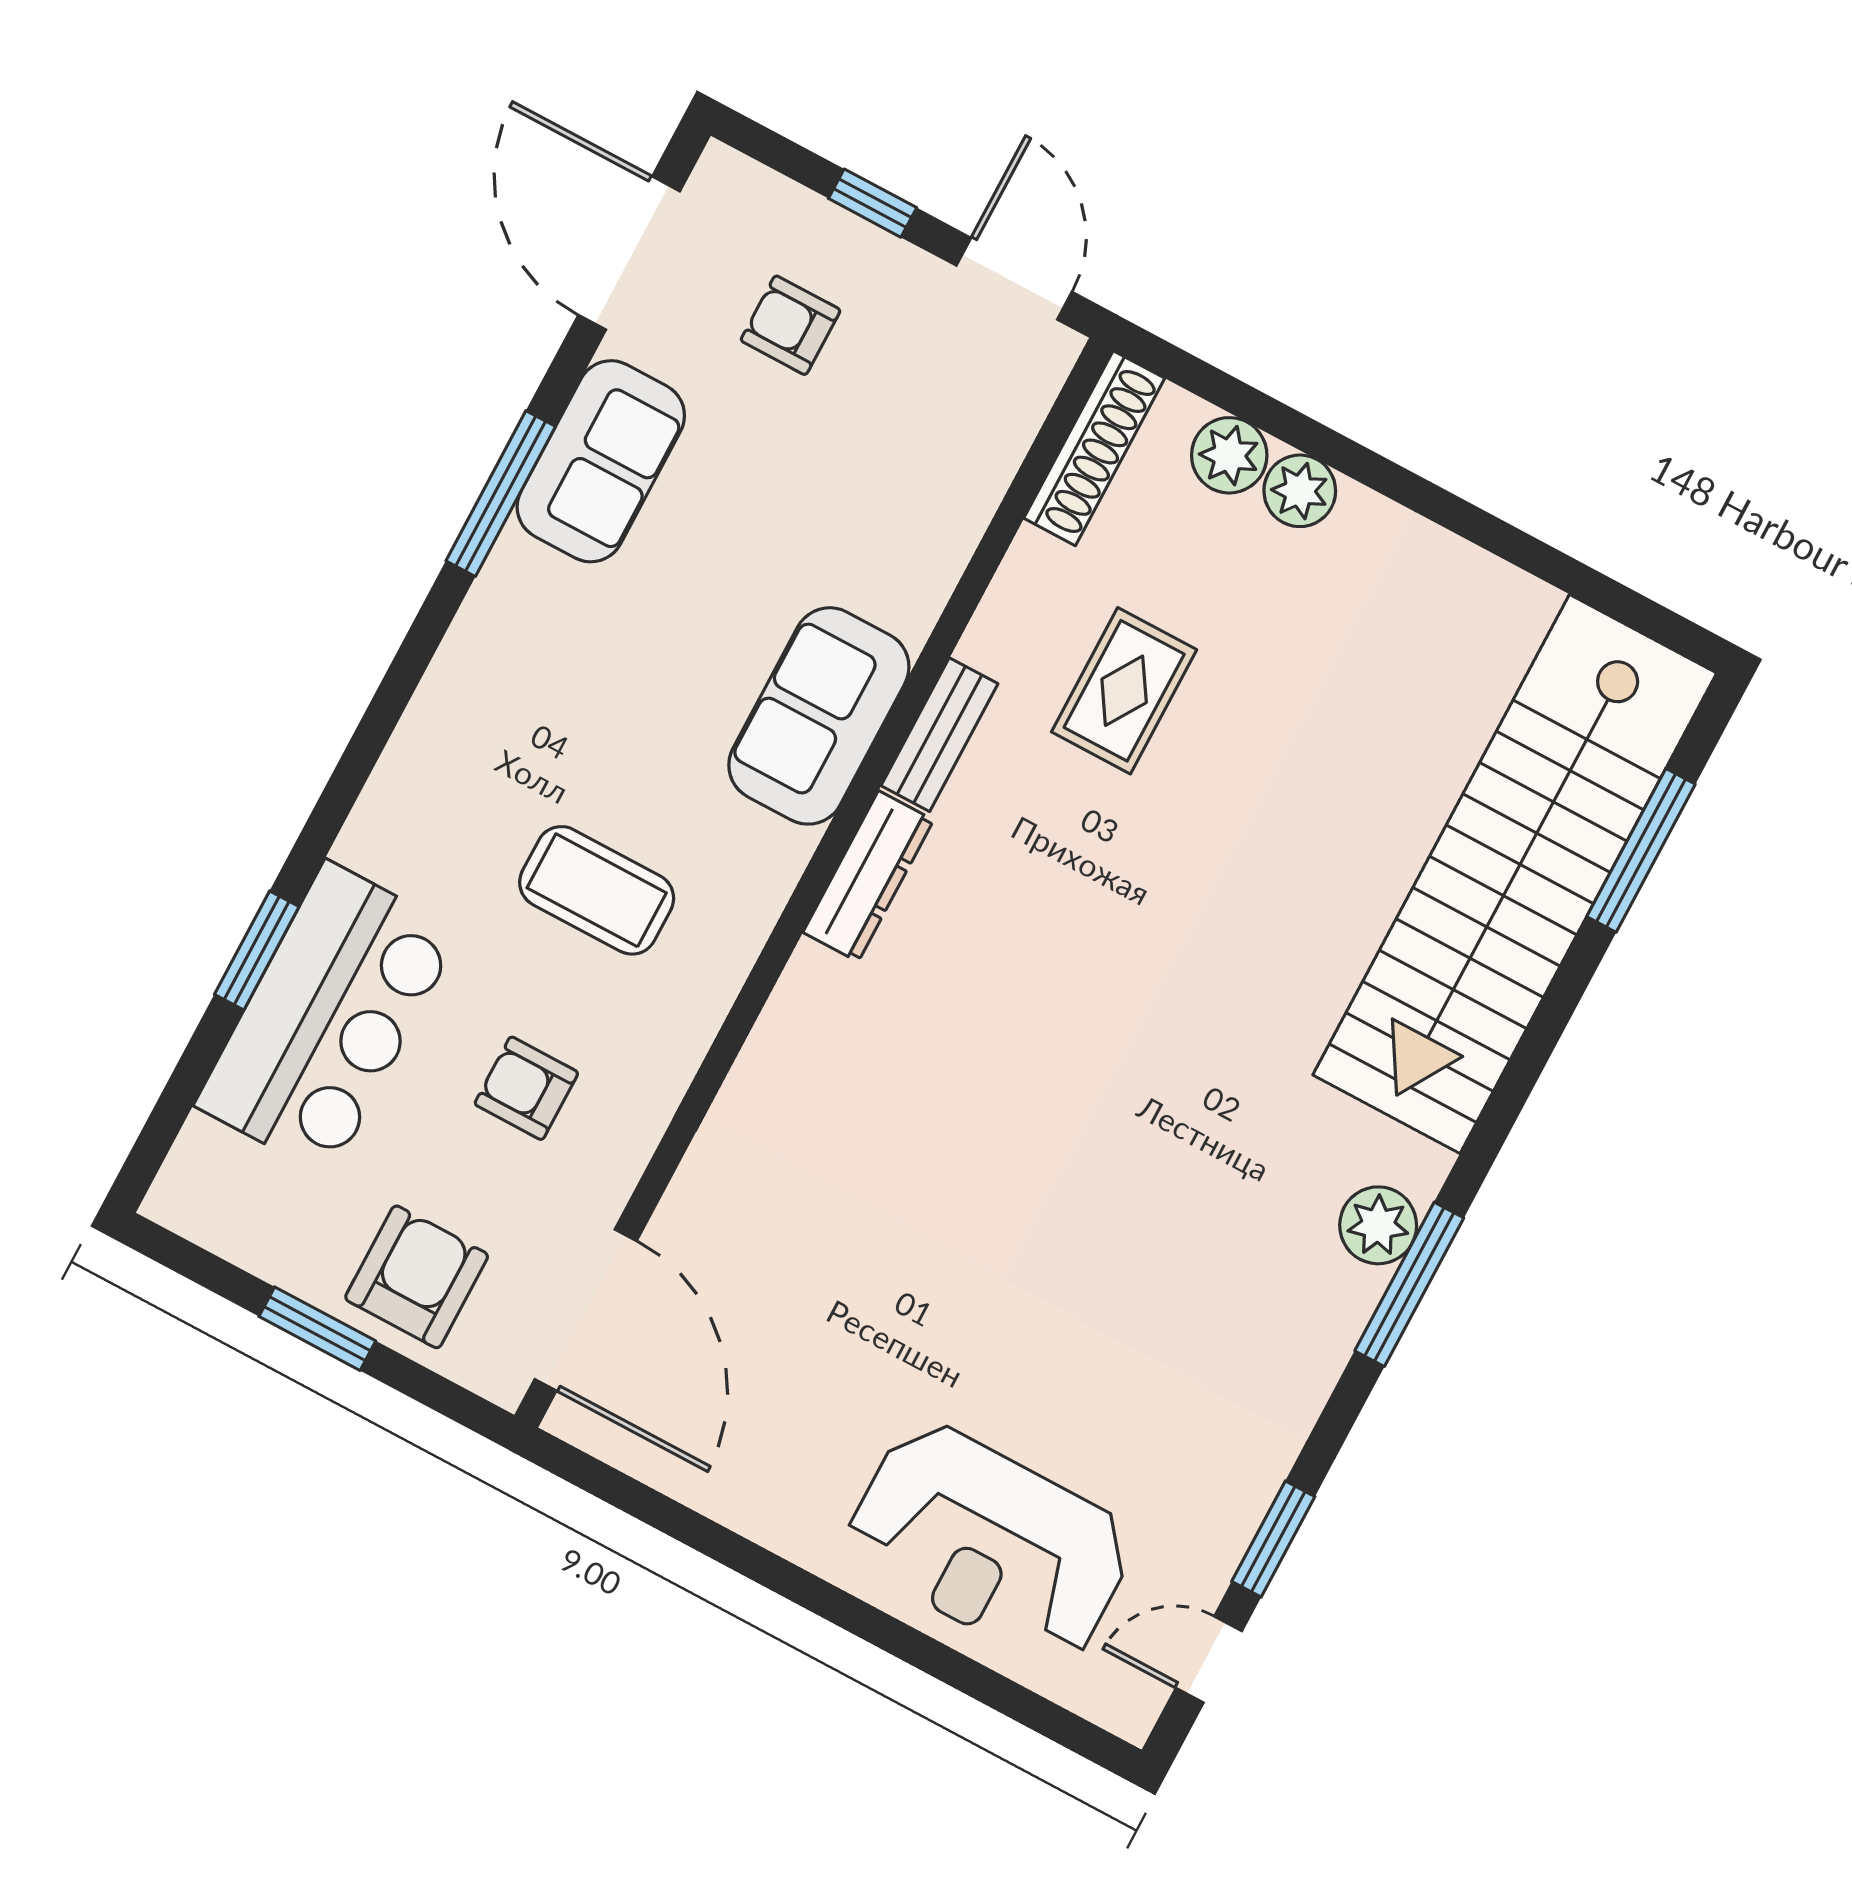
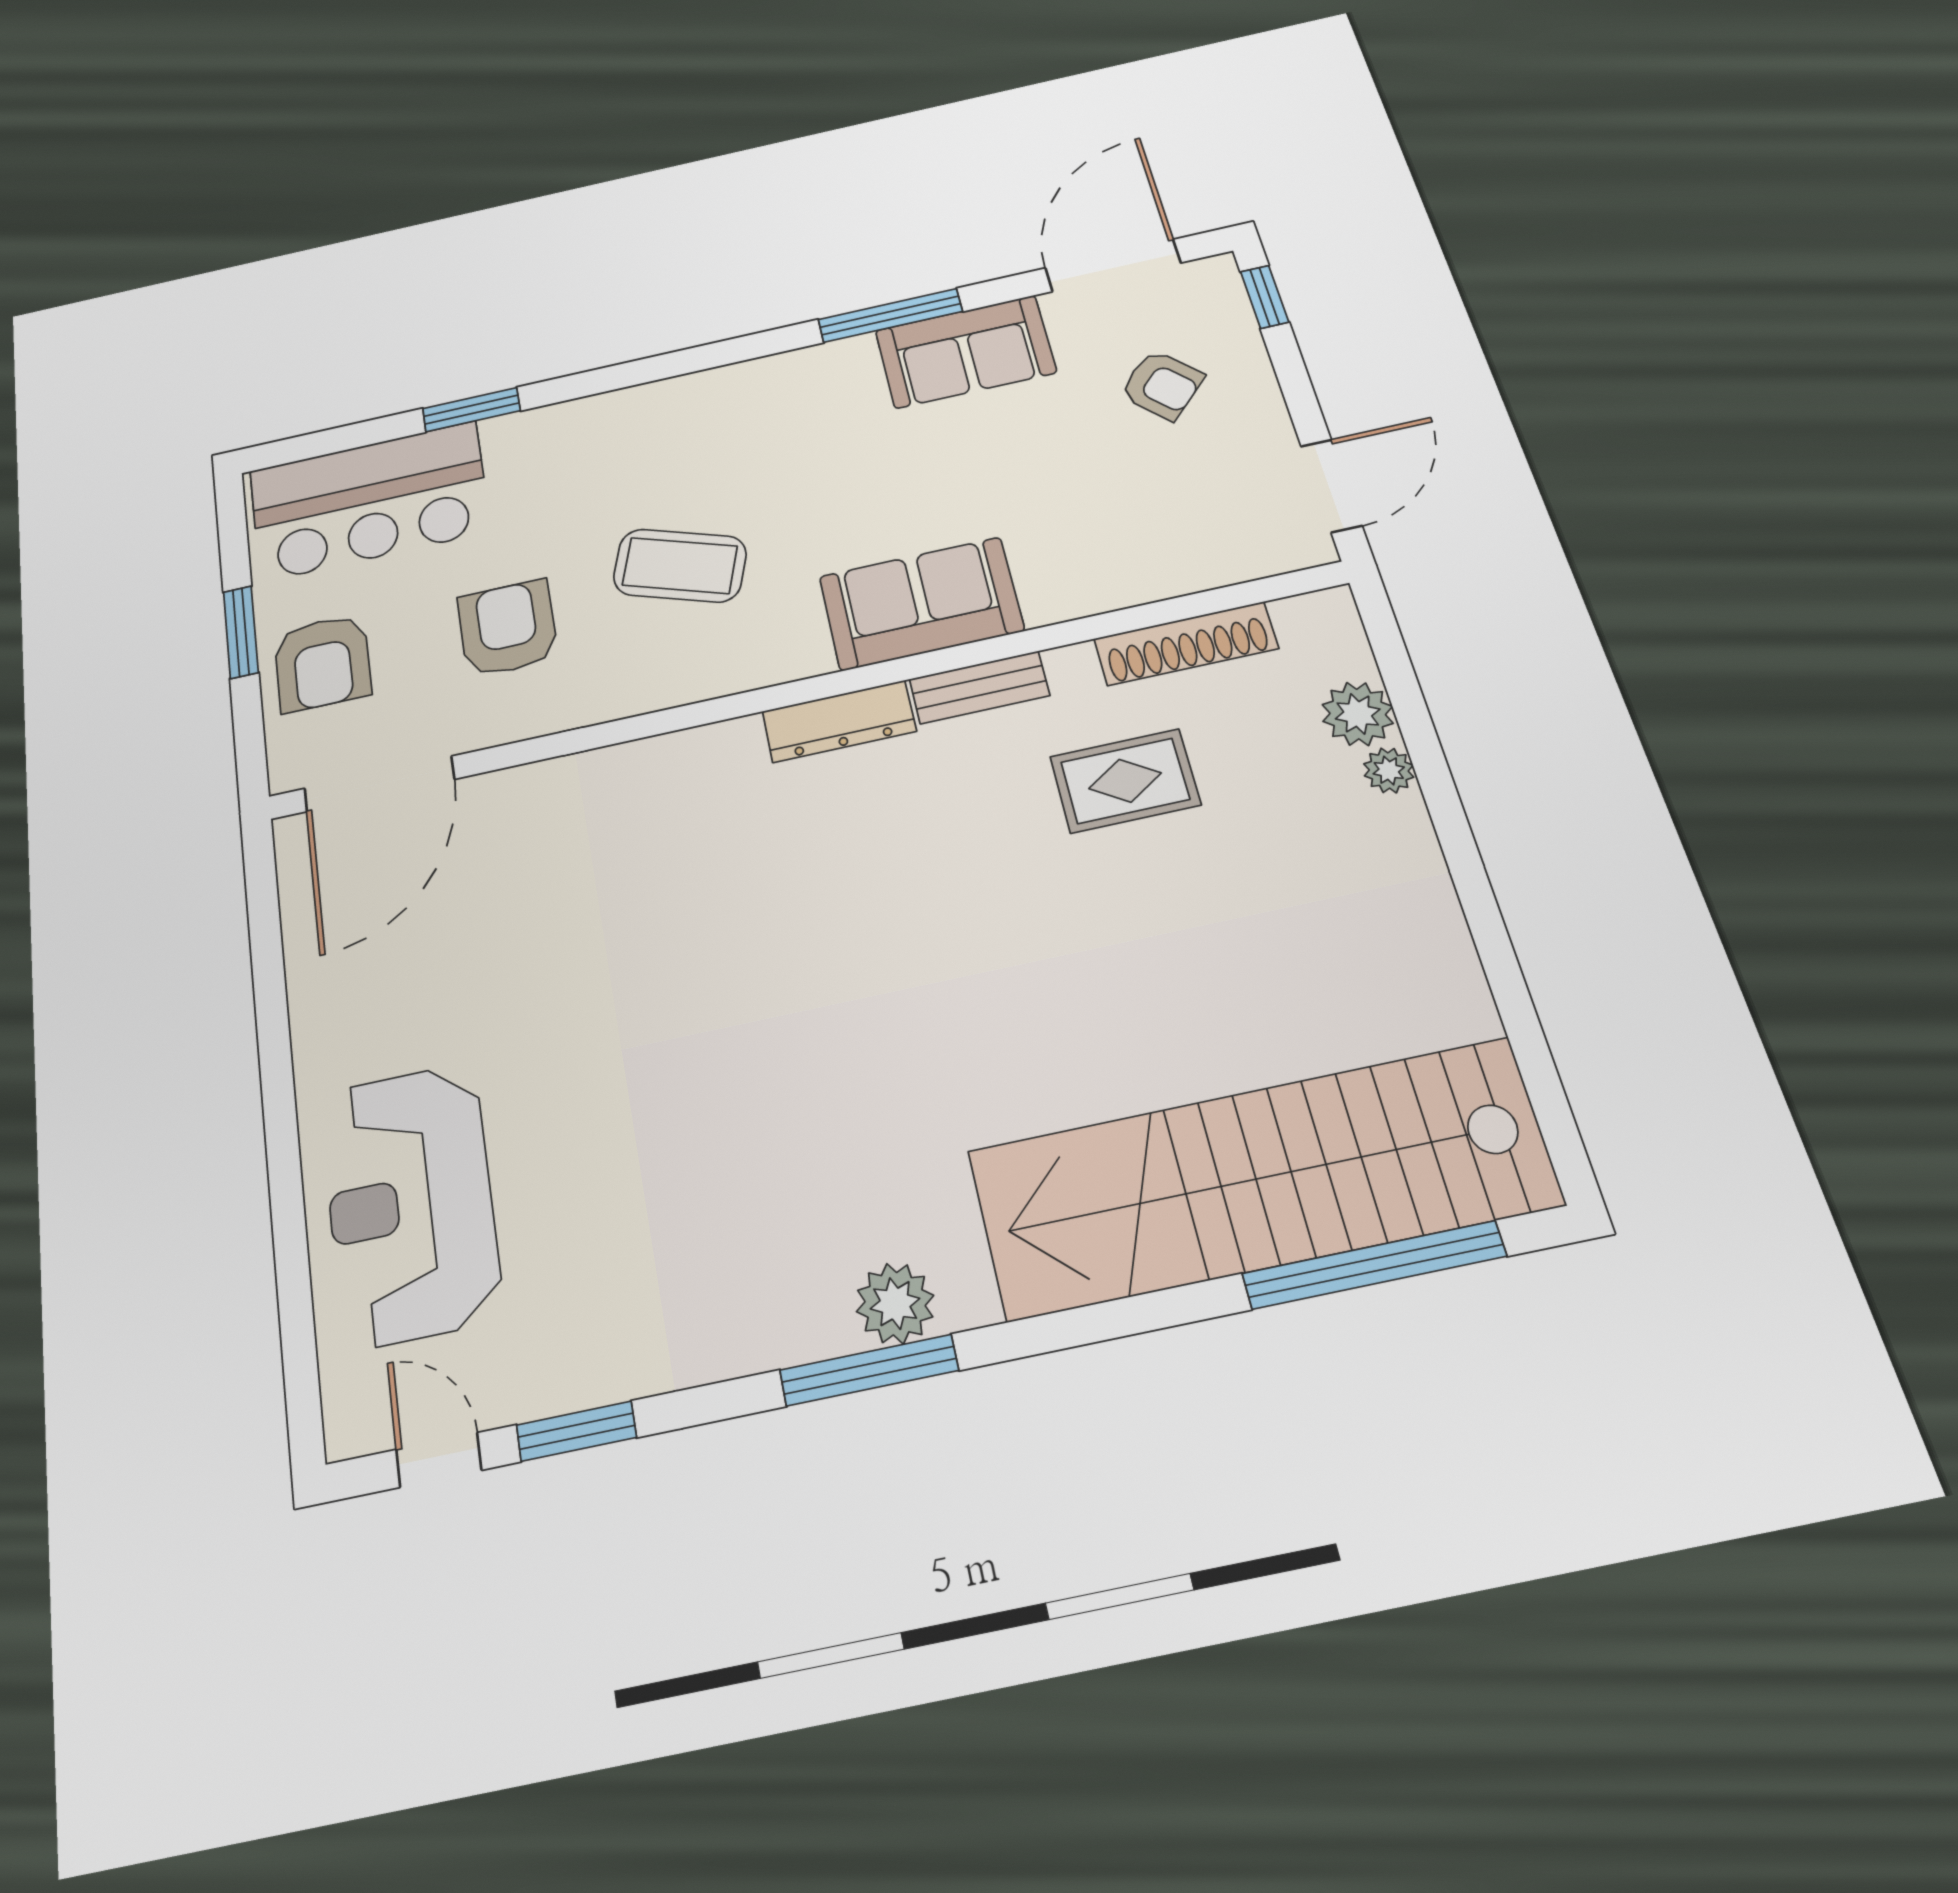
window: (873, 203) -> (1265, 297), moved
armchair: (790, 325) -> (1162, 385), turned 135
shoe rack: (1094, 448) -> (1186, 644), moved
plant: (1300, 491) -> (1389, 770), width x0.73, depth x0.73
window: (1641, 850) -> (1374, 1265), width x1.46
coffee table: (597, 890) -> (680, 566), turned -71
bar counter: (328, 1019) -> (369, 501), moved
armchair: (526, 1088) -> (508, 628), width x1.38, depth x1.38
armchair: (417, 1277) -> (323, 663), turned 90

